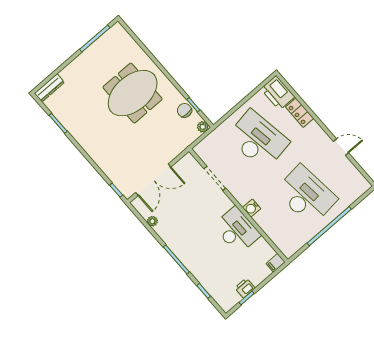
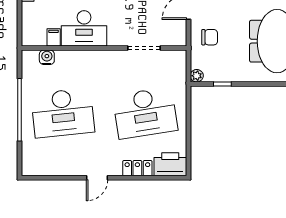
chair: (184, 110) -> (210, 37), moved
door: (341, 147) -> (97, 178), moved
water cooler: (252, 208) -> (47, 57), moved
filing cabinet: (276, 263) -> (54, 37), moved

